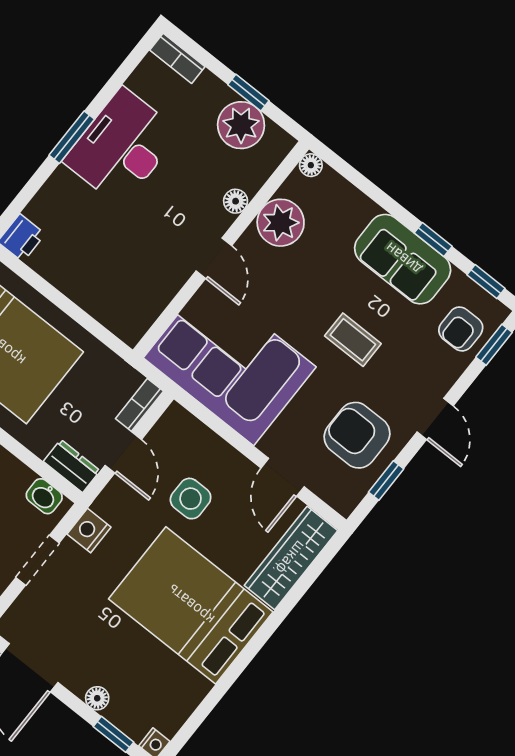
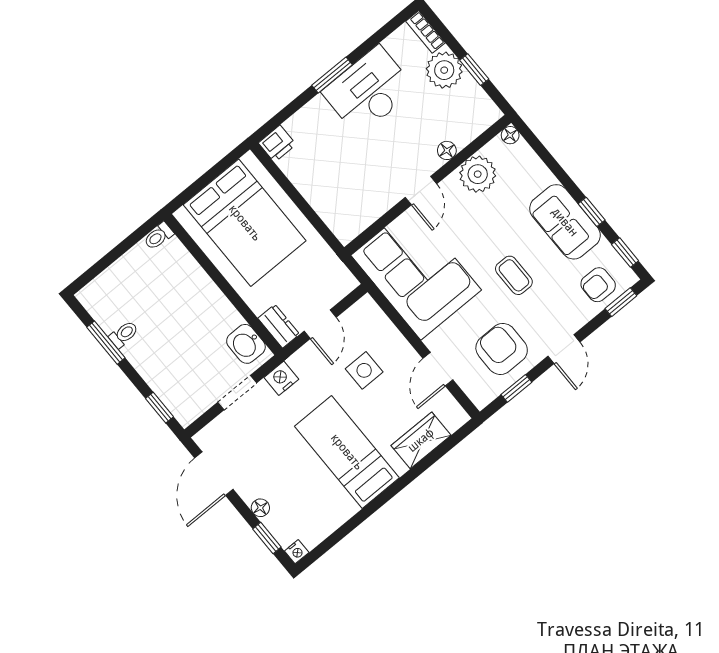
plant: (241, 125) -> (444, 70), moved
bookcase: (139, 405) -> (340, 290), removed
washbasin: (44, 496) -> (246, 344), width x1.38, depth x1.45
wardrobe: (291, 558) -> (421, 440), width x0.67
bed: (191, 605) -> (347, 452), width x0.67

